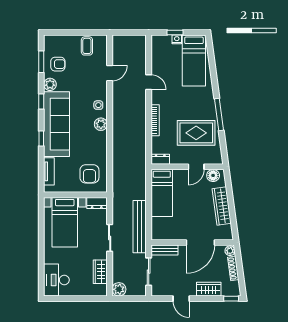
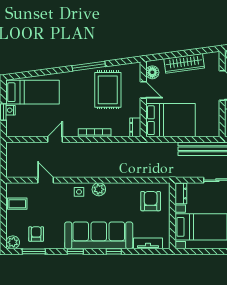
plant: (50, 84) -> (13, 242), moved
armchair: (89, 174) -> (151, 201), turned -90
bed: (162, 193) -> (170, 120), width x1.50

